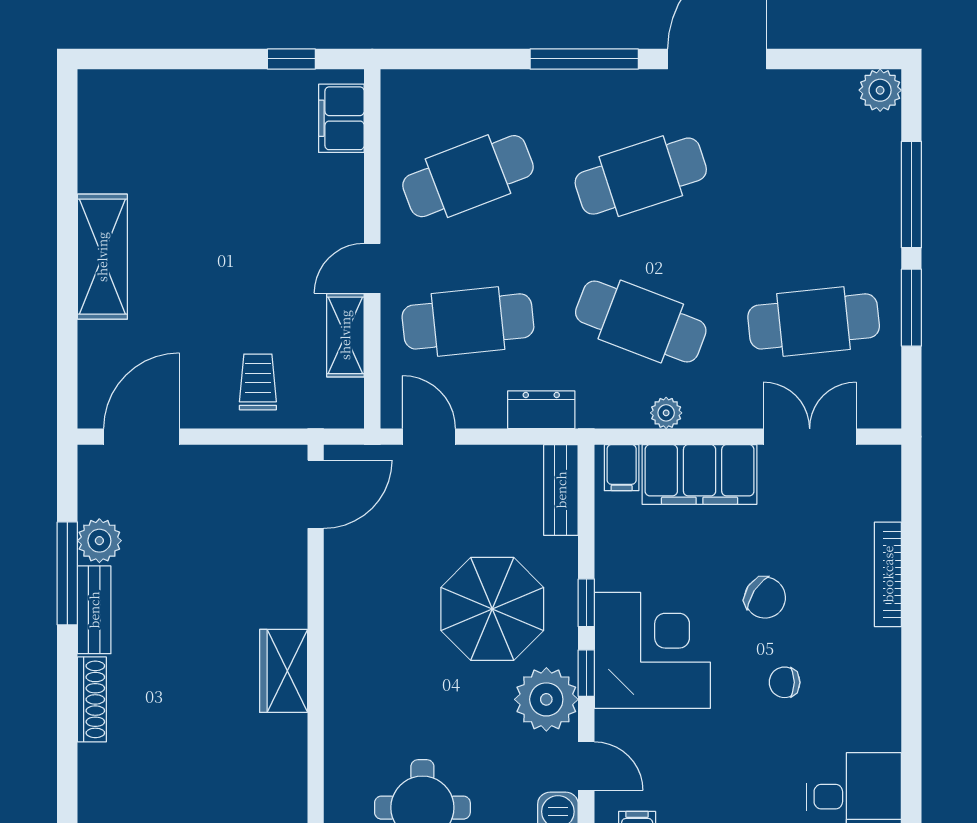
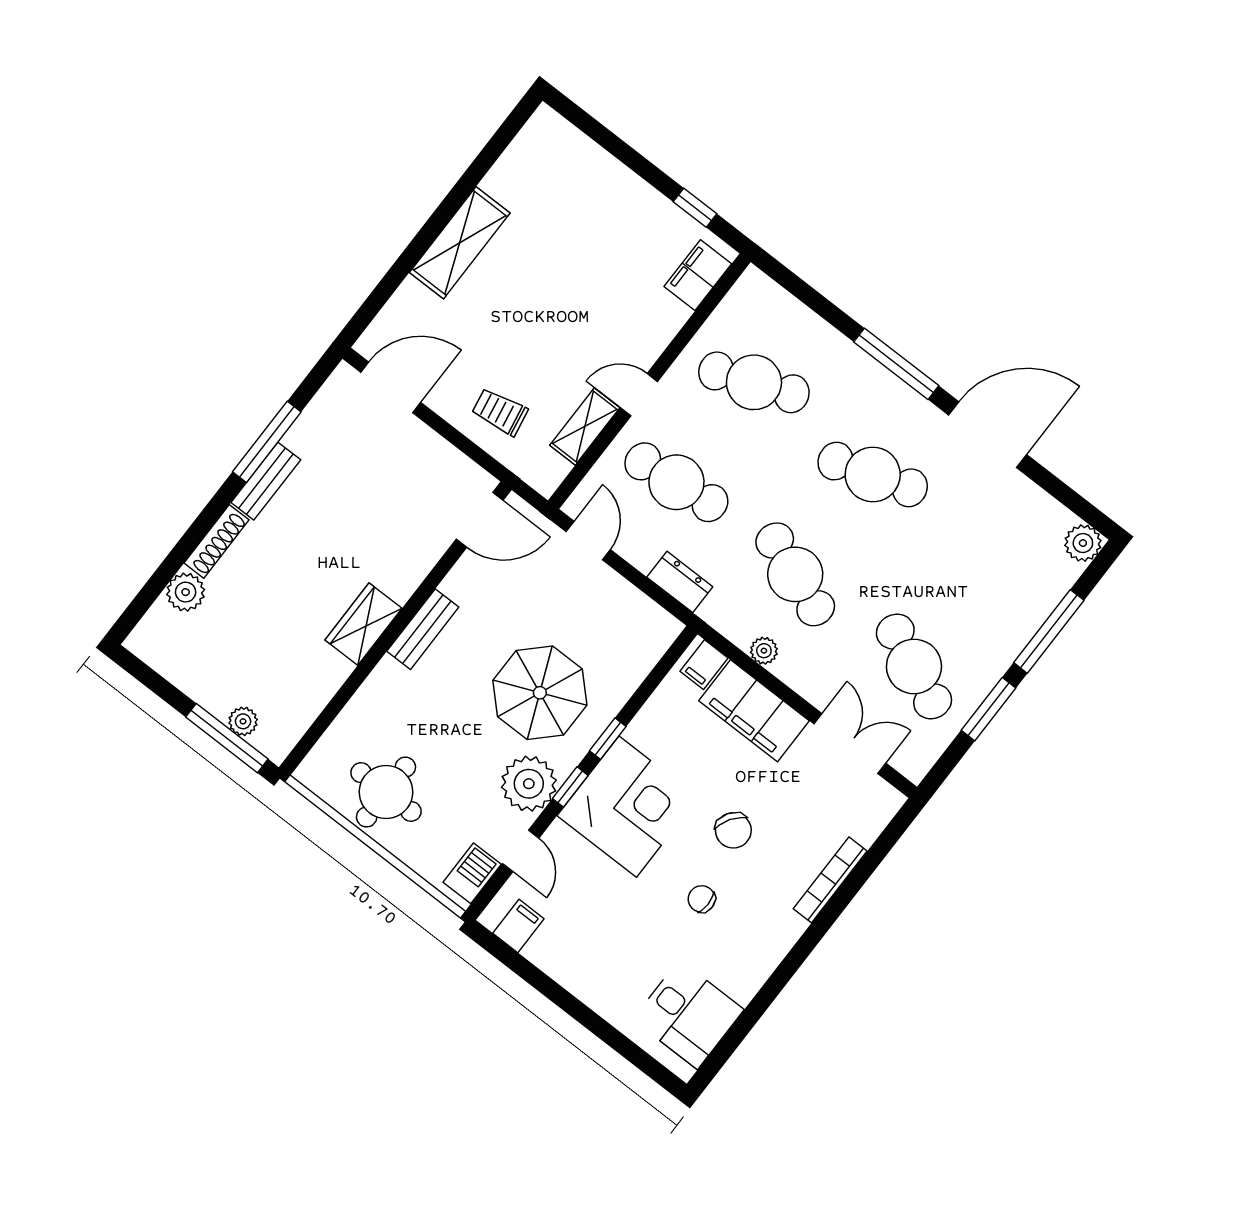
cafe table: (814, 321) -> (914, 666), turned 30
trolley: (258, 382) -> (500, 412), turned -100
bench: (561, 490) -> (423, 629), moved
plant: (99, 541) -> (186, 592), moved

